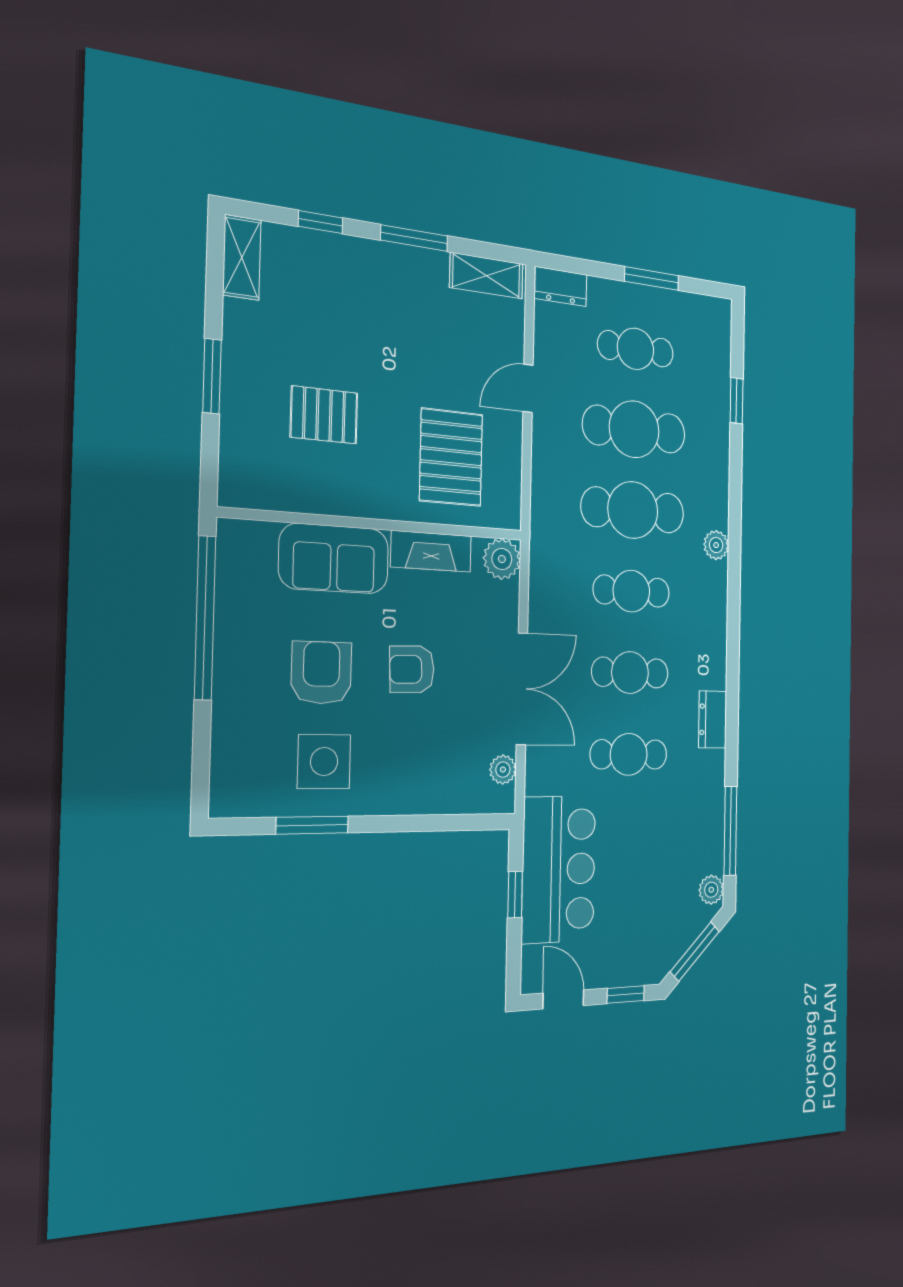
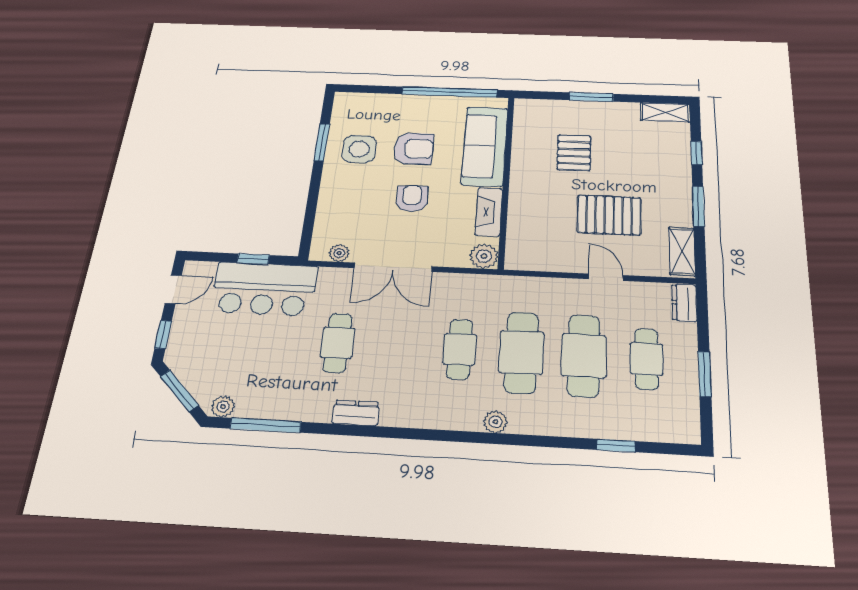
pallet: (451, 457) -> (609, 215), moved
sofa: (334, 559) -> (485, 146), width x1.36
cafe table: (630, 673) -> (398, 346), removed

